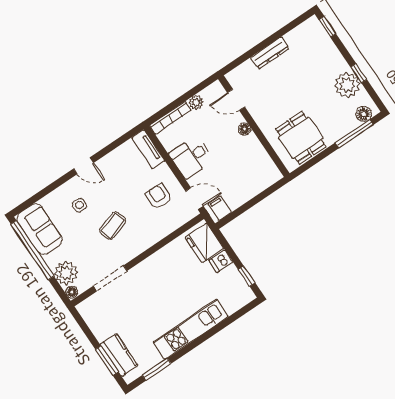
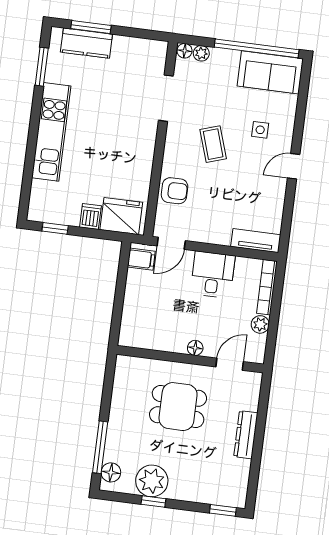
dining table: (301, 138) -> (178, 407), moved
armchair: (159, 196) -> (175, 191), moved
plant: (66, 273) -> (201, 53), width x0.53, depth x0.53

